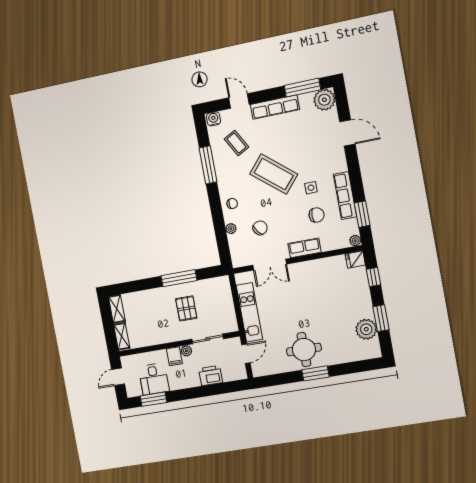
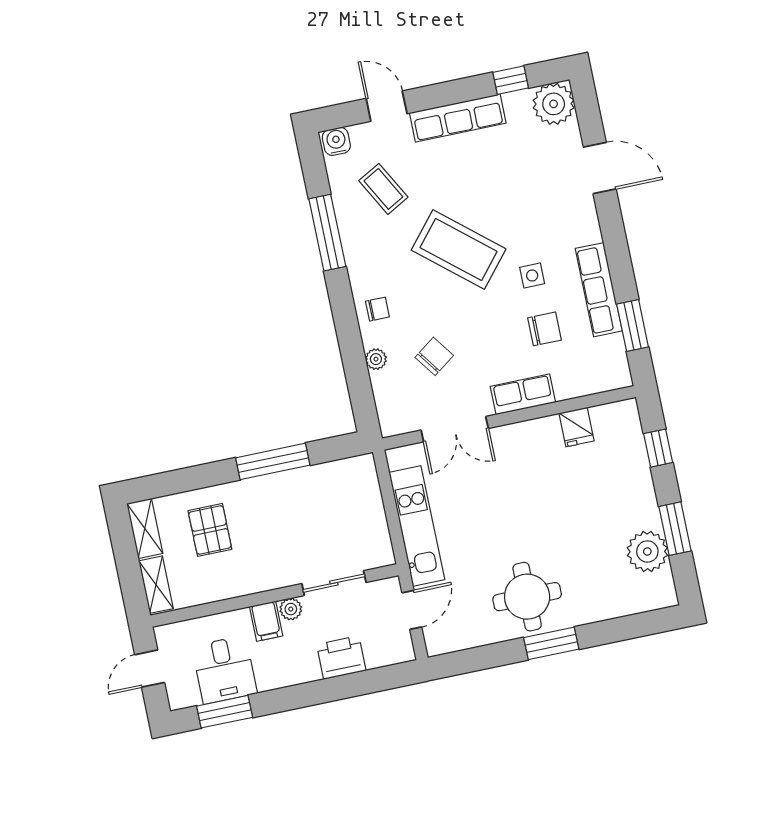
window: (303, 88) -> (511, 80), width x0.46
plant: (355, 241) -> (621, 378), removed
fridge: (355, 259) -> (576, 427), moved, turned -90
pallet: (186, 308) -> (210, 530), moved

